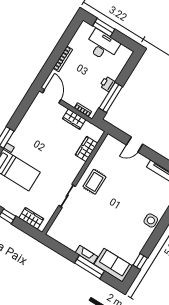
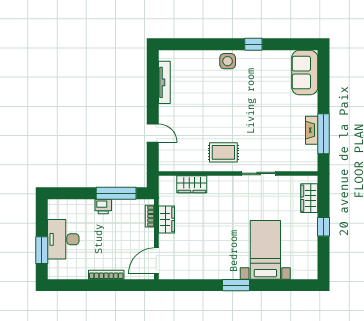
fireplace: (86, 255) -> (312, 130), moved
window: (140, 261) -> (253, 44), moved
window: (90, 267) -> (323, 134), moved

